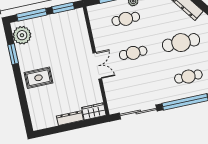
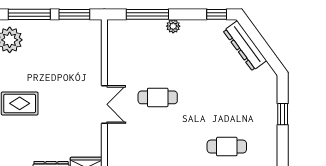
cafe table: (126, 19) -> (158, 48), removed
cafe table: (181, 43) -> (227, 97), removed

